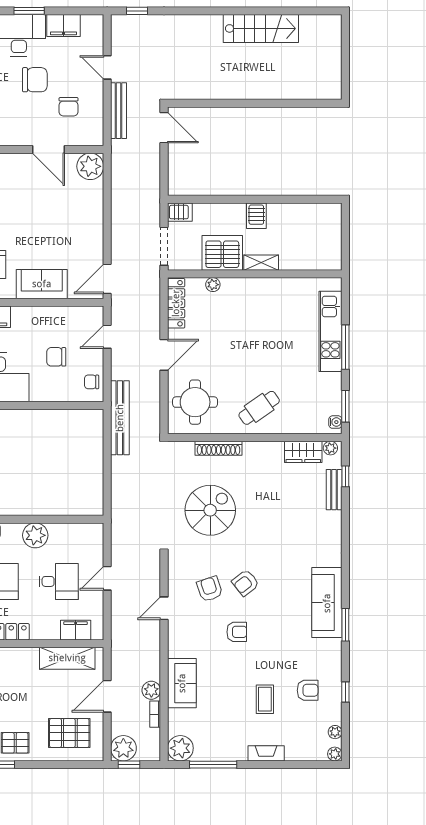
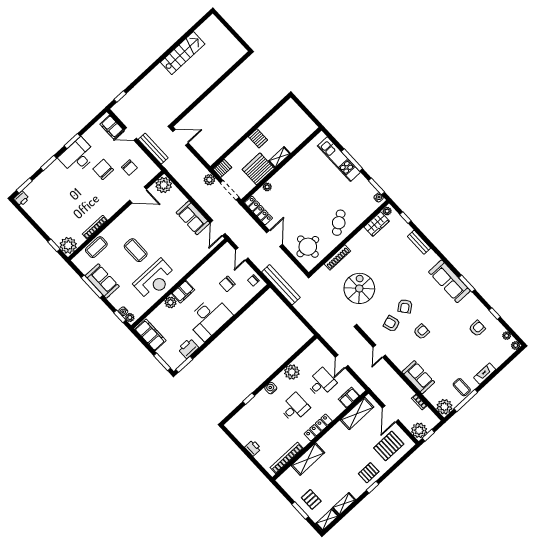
filing cabinet: (63, 26) -> (112, 127), moved, turned 90
chair: (35, 80) -> (103, 169), turned -90
sofa: (42, 284) -> (193, 218), moved, turned -90
bench: (334, 490) -> (419, 242), moved
plant: (151, 690) -> (209, 180), moved
coffee table: (265, 699) -> (462, 387), moved

